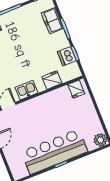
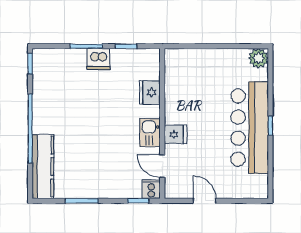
freezer: (52, 21) -> (69, 59), removed
dishwasher: (67, 56) -> (98, 59), moved
fridge: (76, 89) -> (175, 134), moved

